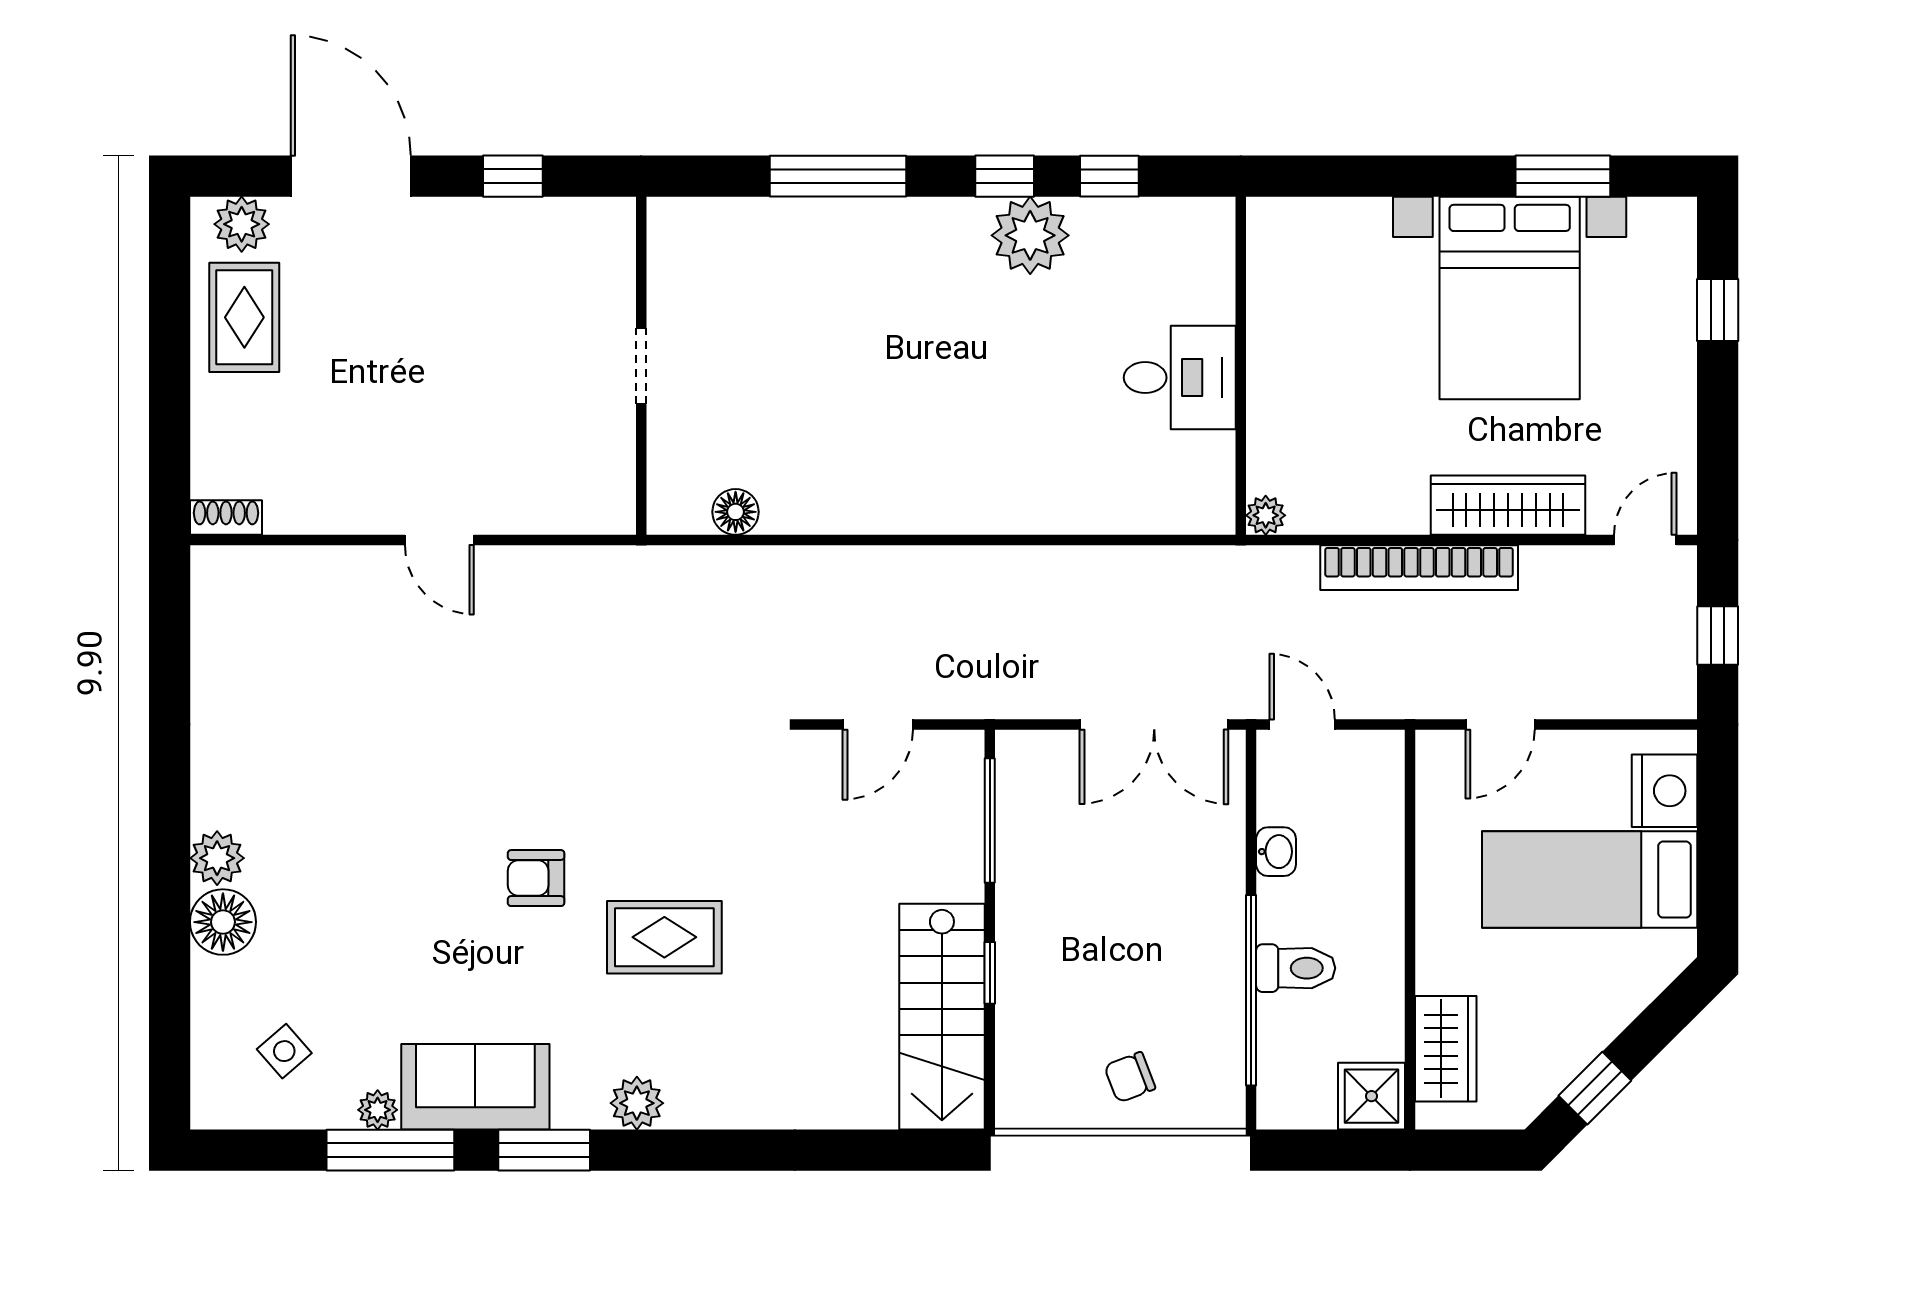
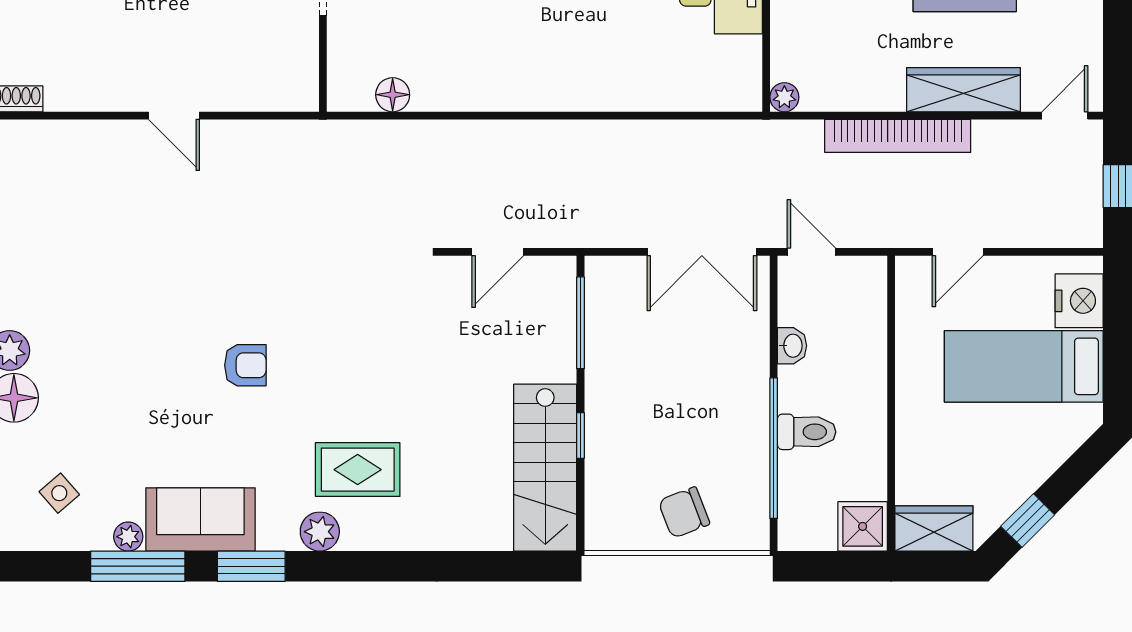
armchair: (536, 878) -> (245, 365), turned 180
rug: (664, 937) -> (358, 470), moved
wardrobe: (1446, 1049) -> (934, 528), moved, turned -90
chair: (1130, 1077) -> (684, 512), width x1.37, depth x1.37

